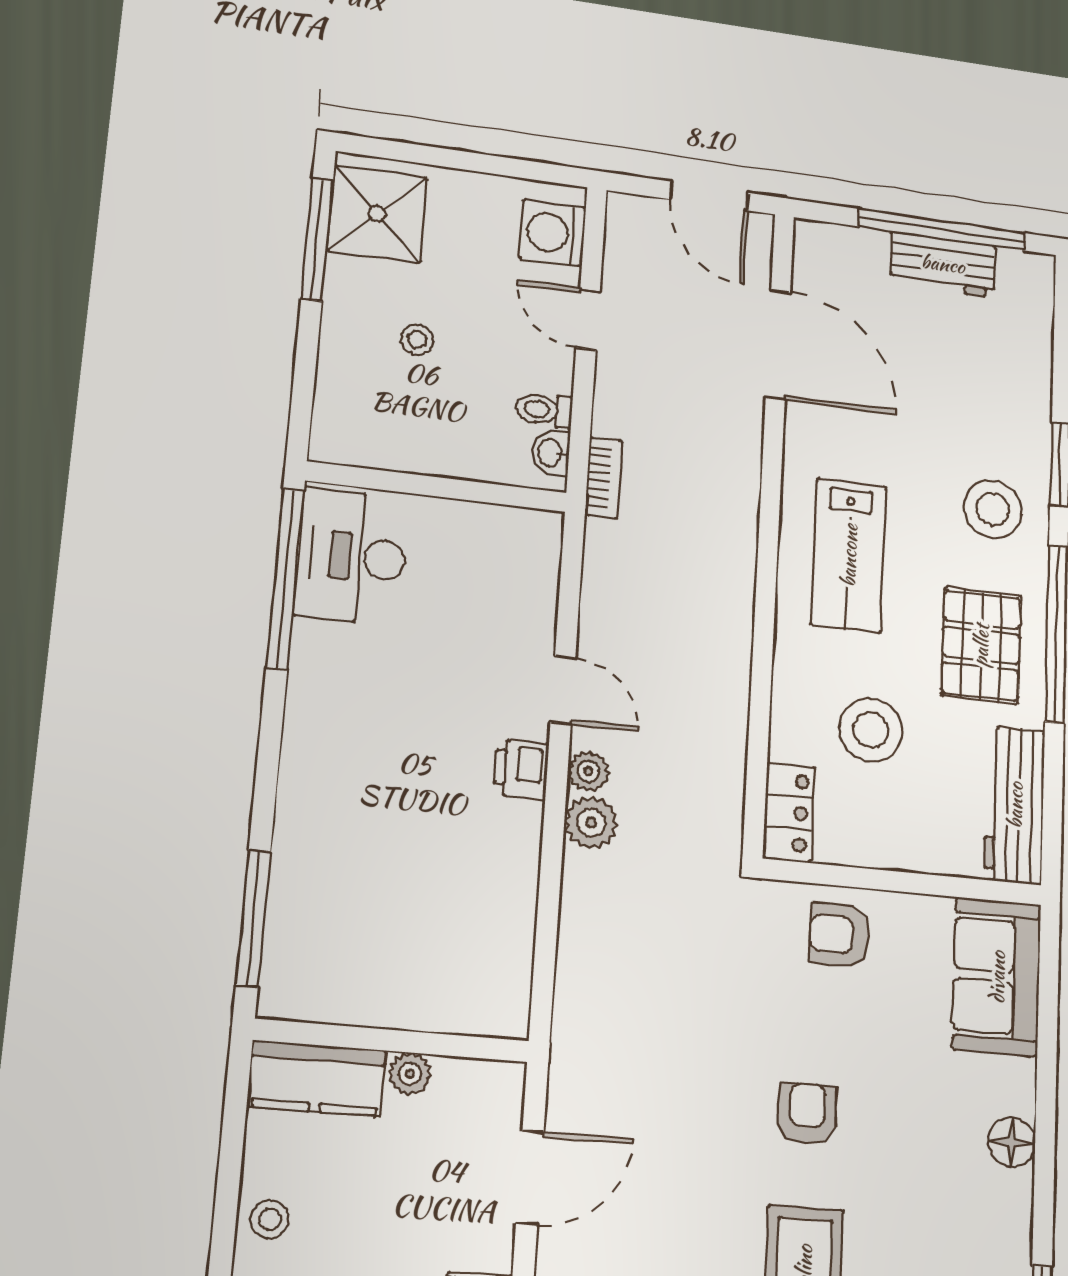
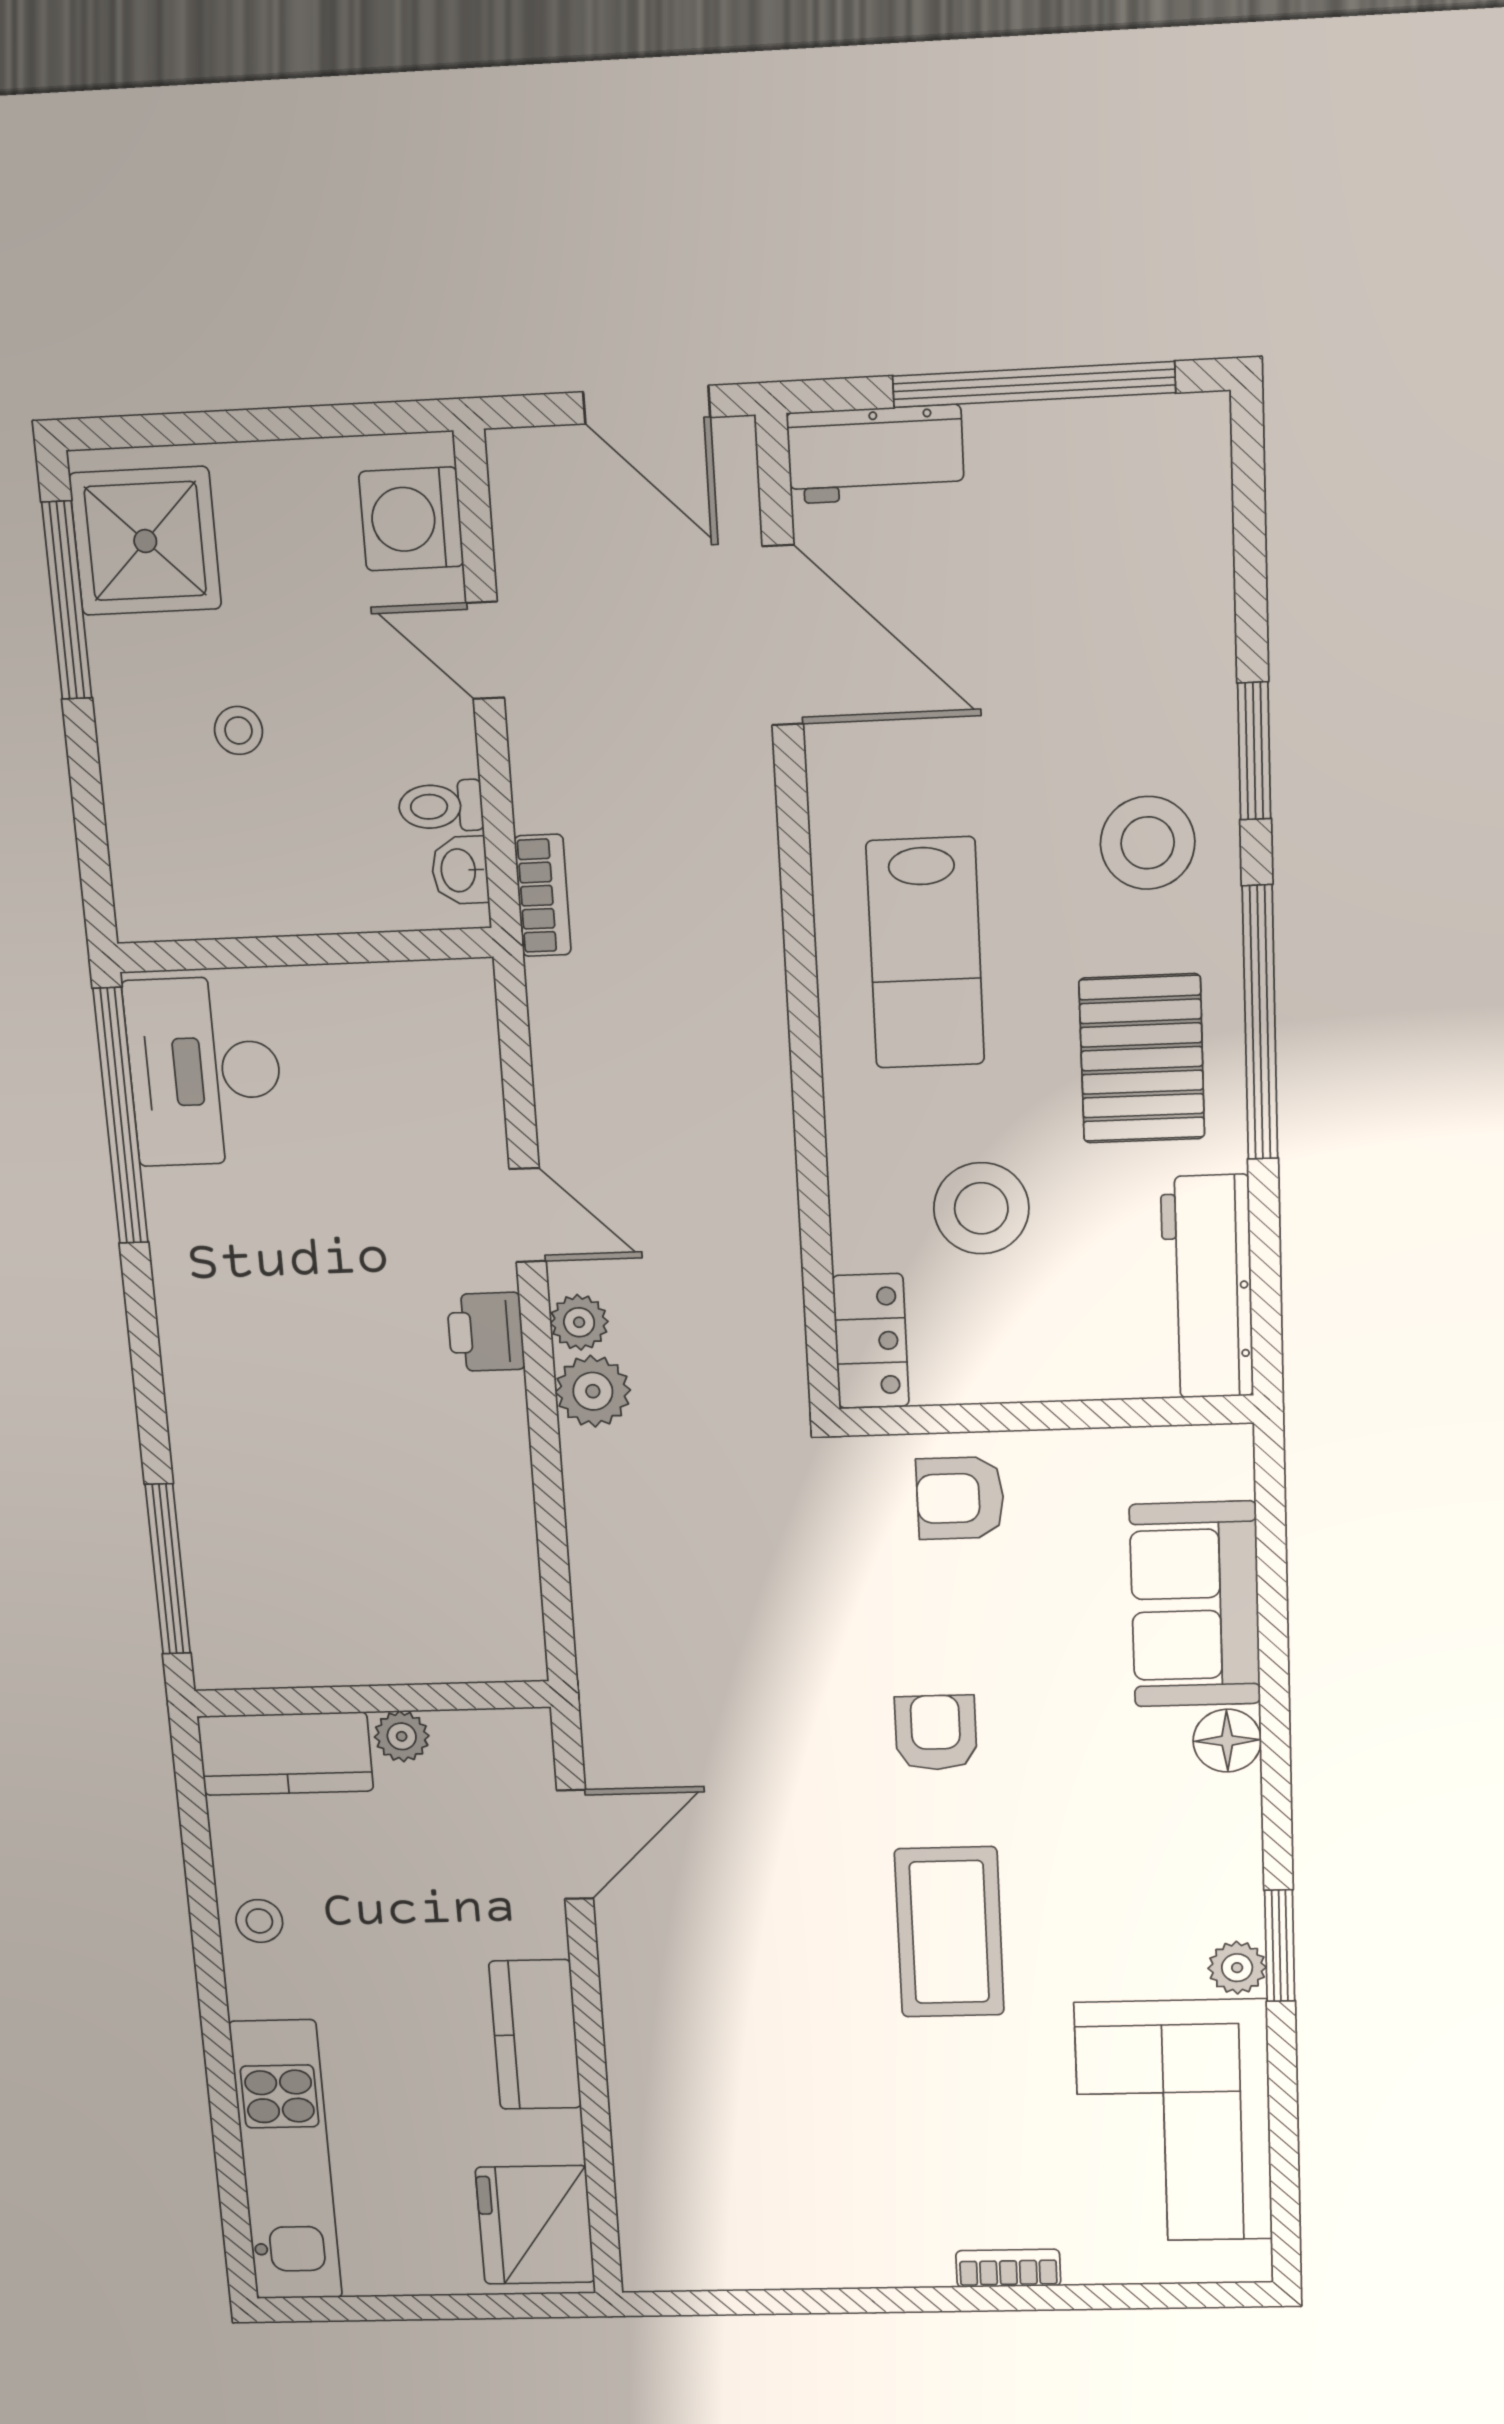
workbench: (943, 264) -> (875, 454), moved
sofa: (997, 977) -> (1195, 1604), moved

